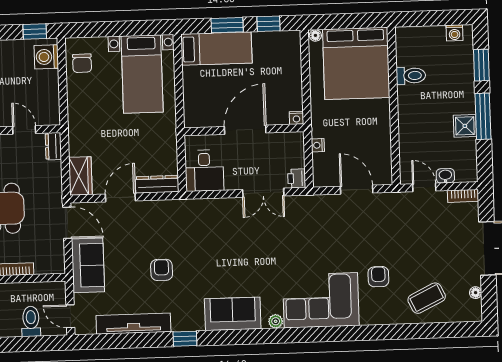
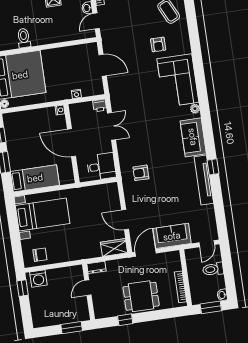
bed: (216, 49) -> (35, 178), moved, turned 90
dresser: (157, 184) -> (114, 197), removed
door: (357, 190) -> (103, 65), swing flipped
armchair: (162, 270) -> (141, 173), moved
armchair: (378, 277) -> (158, 45), turned -90
tv unit: (133, 324) -> (204, 180), moved

